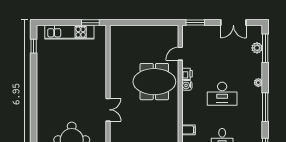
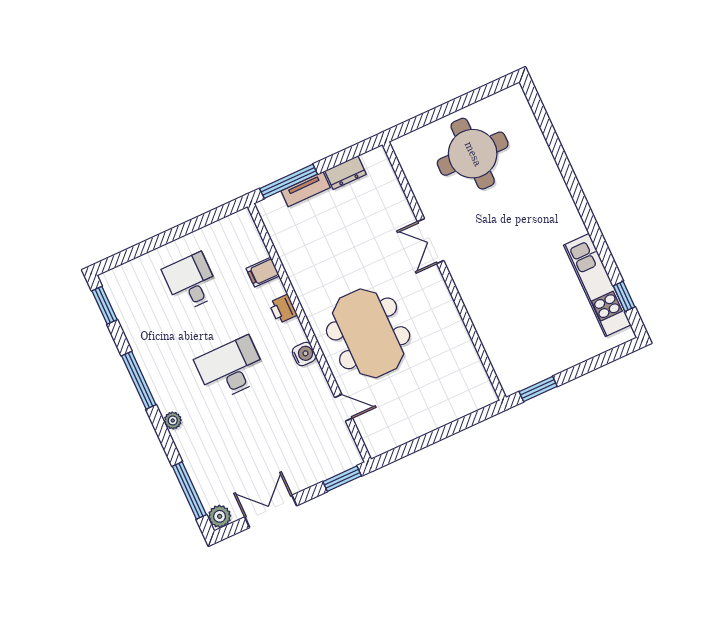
kitchen unit: (69, 32) -> (597, 285), moved, turned -90
plant: (257, 48) -> (220, 516), moved
door: (180, 54) -> (344, 408), hinge flipped
printer: (187, 74) -> (283, 309), moved
meeting table: (154, 82) -> (368, 333), turned 90

